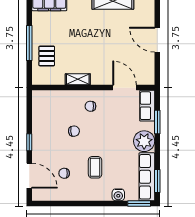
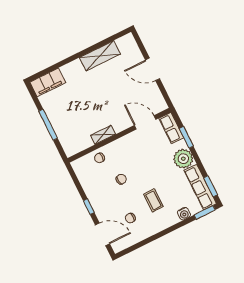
pallet: (47, 56) -> (68, 128), removed
chair: (90, 106) -> (100, 158), moved

